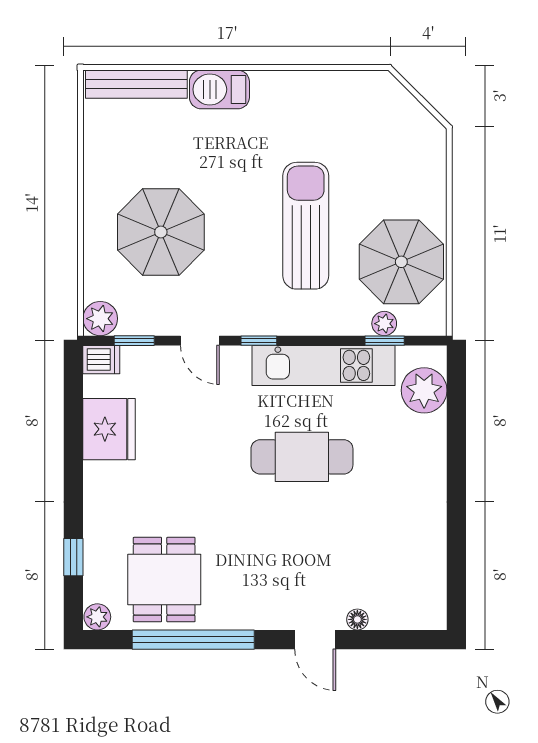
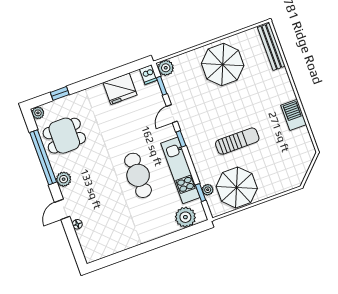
barbecue: (219, 89) -> (294, 115), moved
sun lounger: (306, 226) -> (237, 141), width x0.73, depth x0.75
parasol: (161, 232) -> (223, 65), moved
plant: (254, 614) -> (64, 179), added

